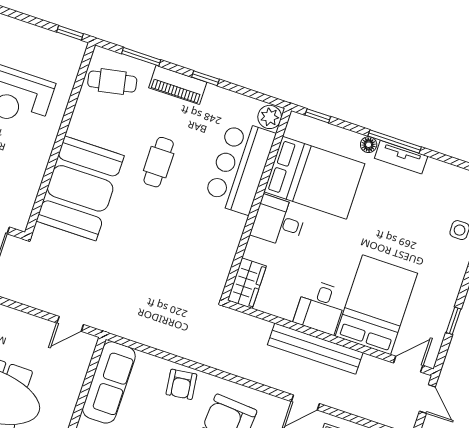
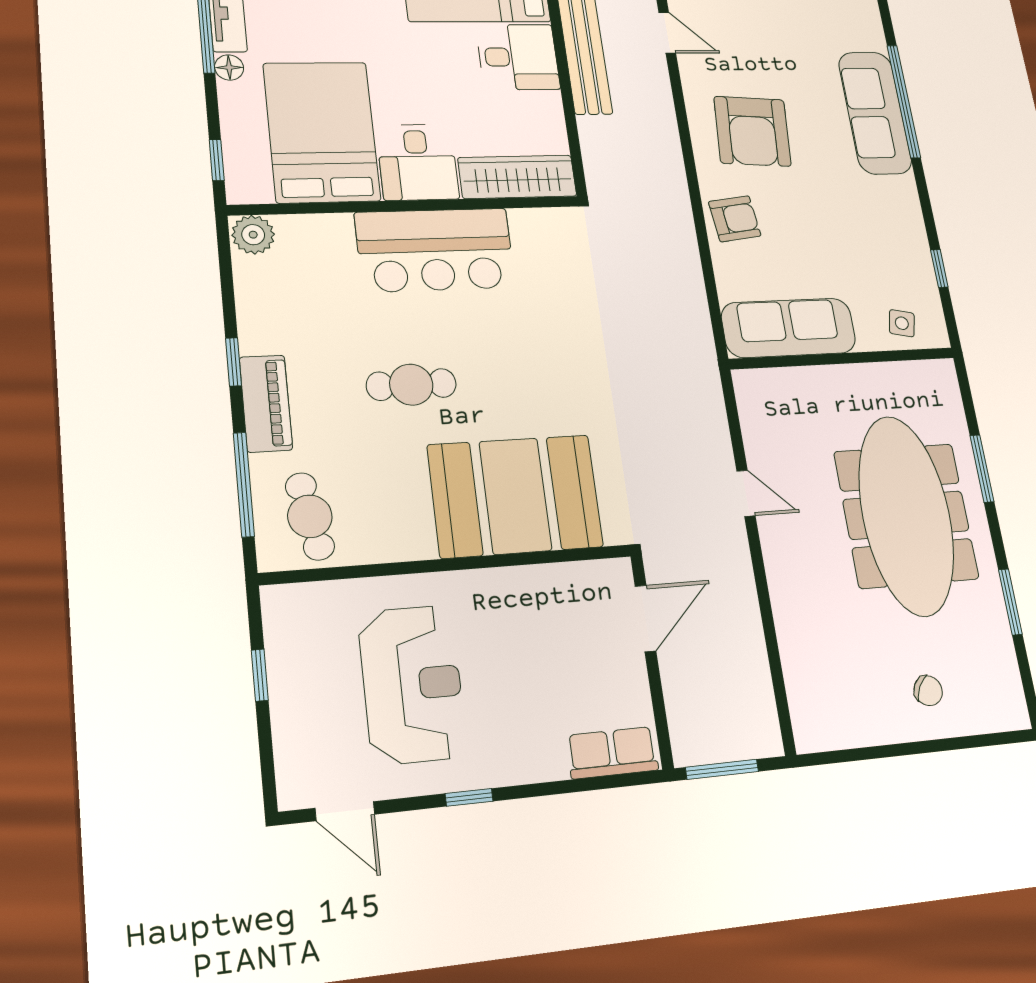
window: (70, 33) -> (260, 675), moved
window: (141, 57) -> (244, 484), width x1.44
bar counter: (240, 167) -> (435, 250), moved
wardrobe: (247, 283) -> (517, 177), width x1.50
door: (70, 324) -> (746, 493), moved

